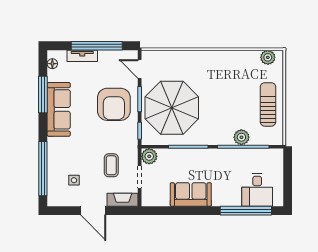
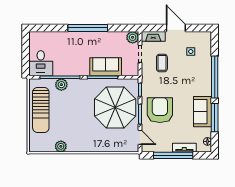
plant: (268, 57) -> (61, 146), moved
sun lounger: (268, 104) -> (41, 110), width x1.36, depth x1.34
sofa: (59, 109) -> (203, 112), width x0.73
plant: (149, 156) -> (133, 37), moved
window: (43, 169) -> (215, 77), moved
desk: (257, 190) -> (41, 63), moved, turned 180
sofa: (191, 195) -> (106, 67), moved, turned 180
window: (246, 211) -> (88, 28), moved

